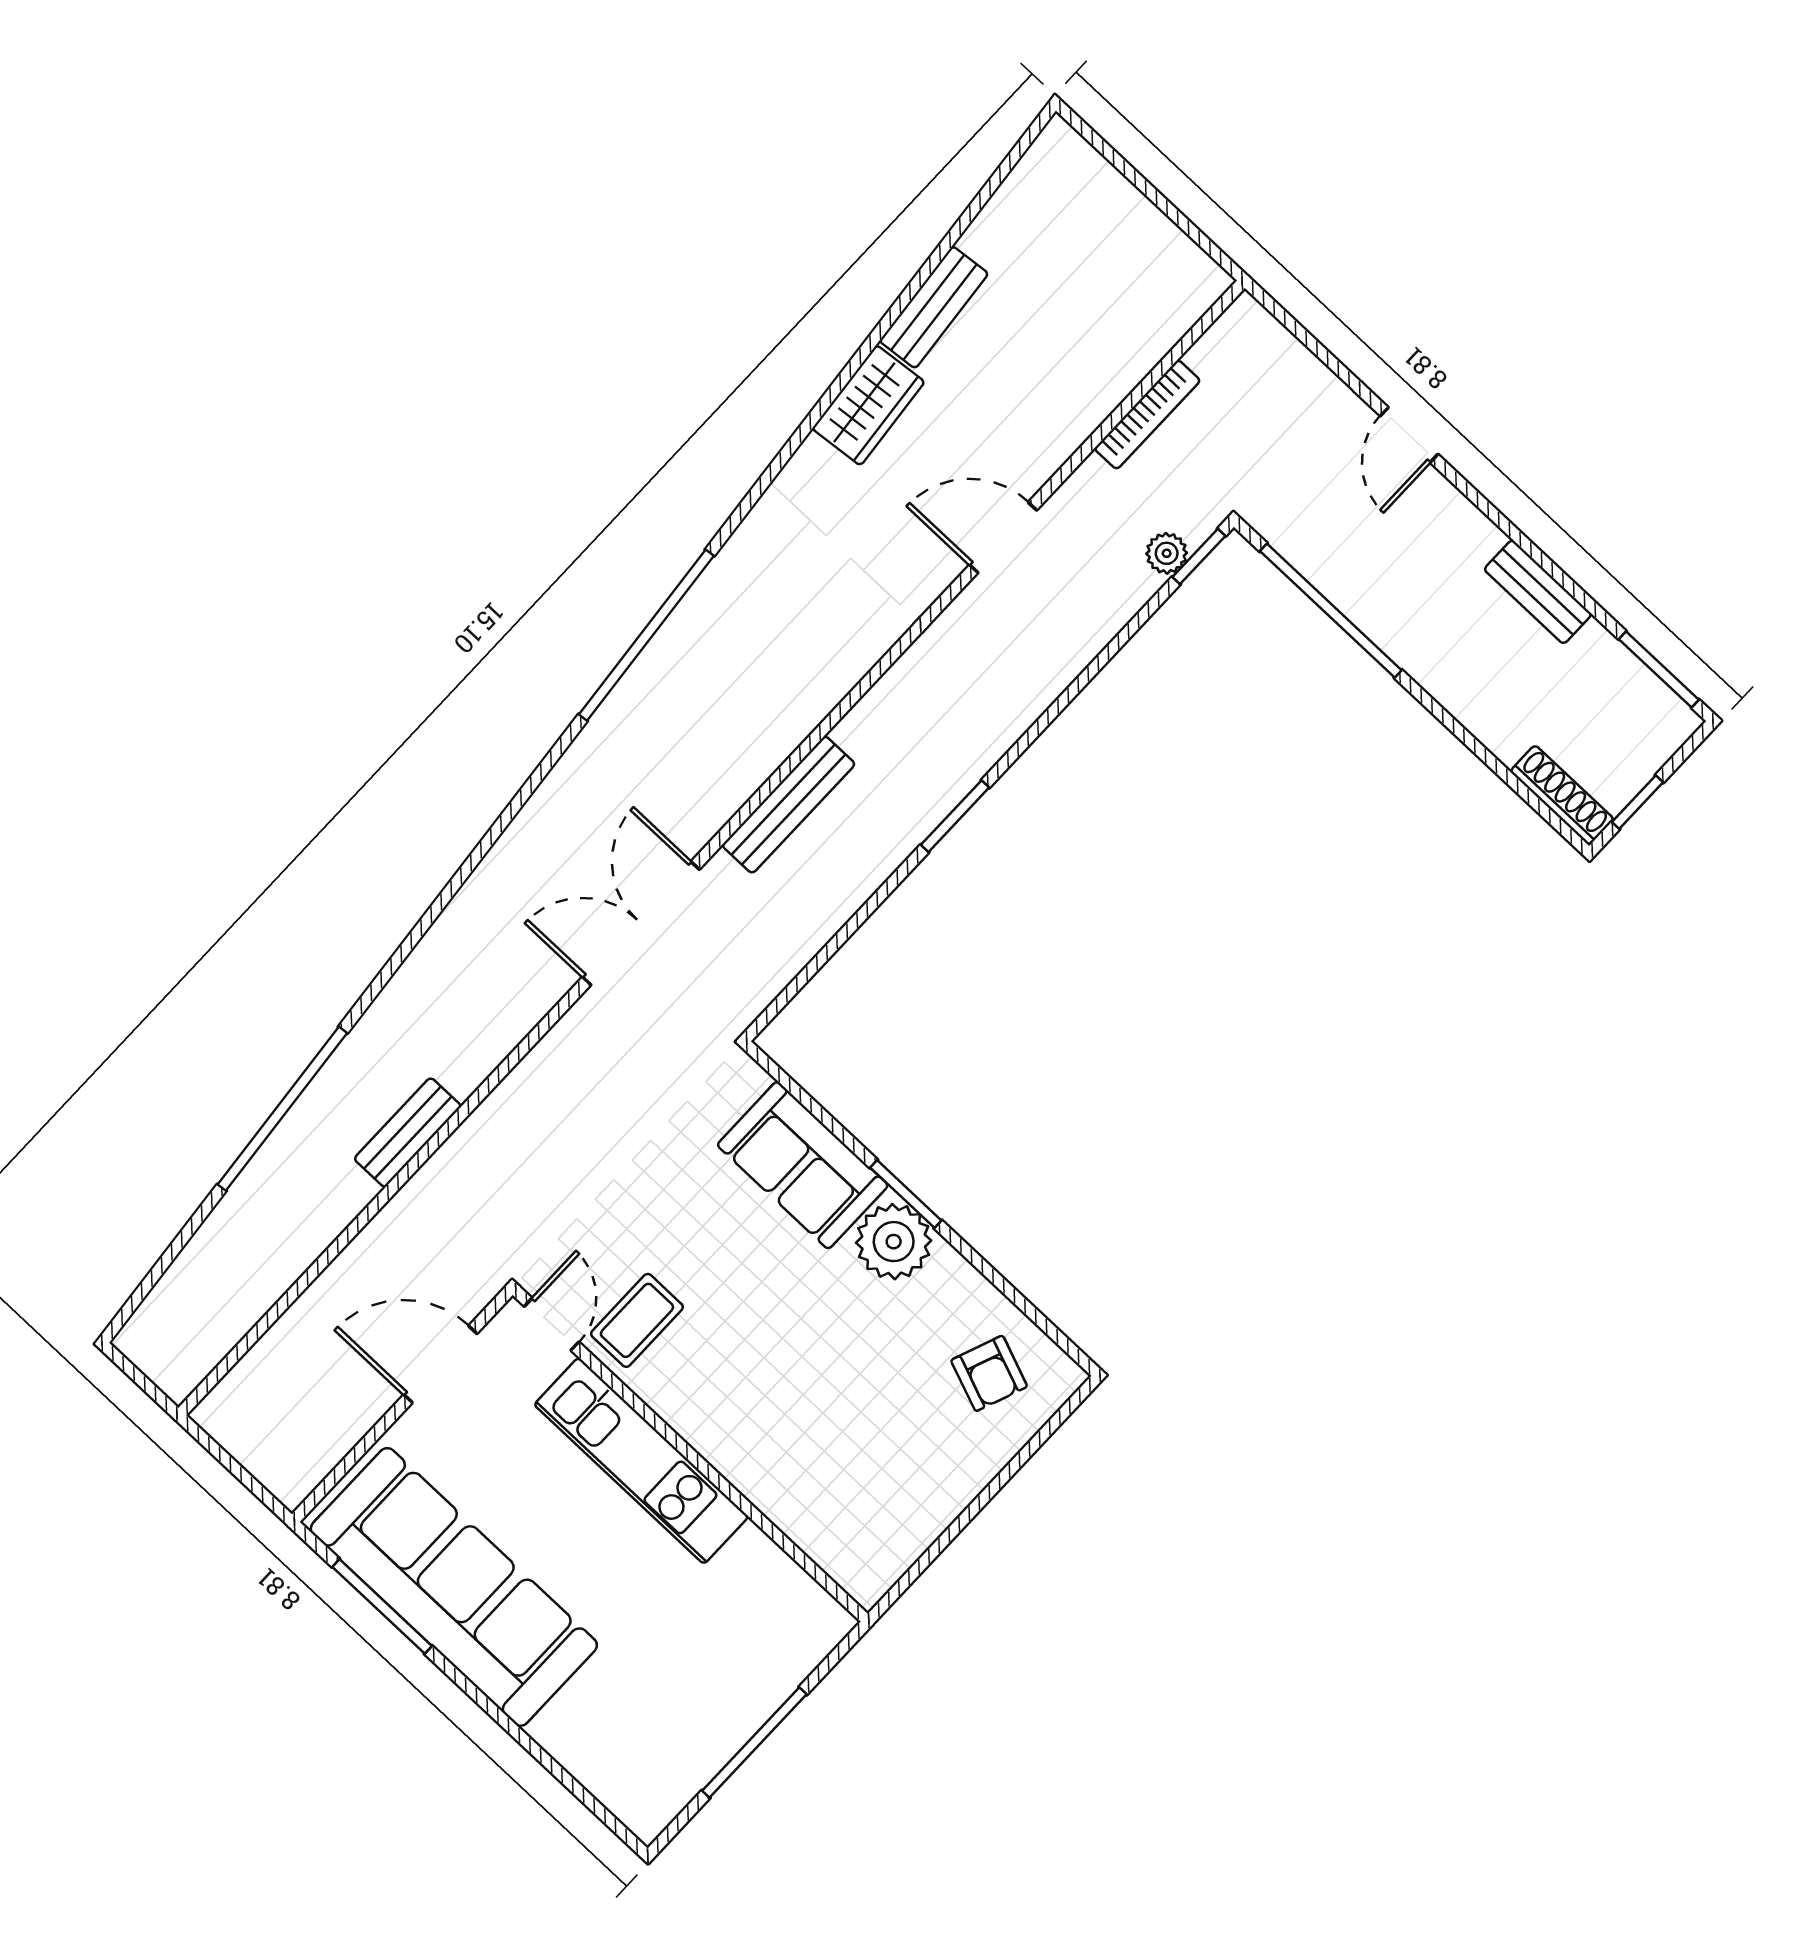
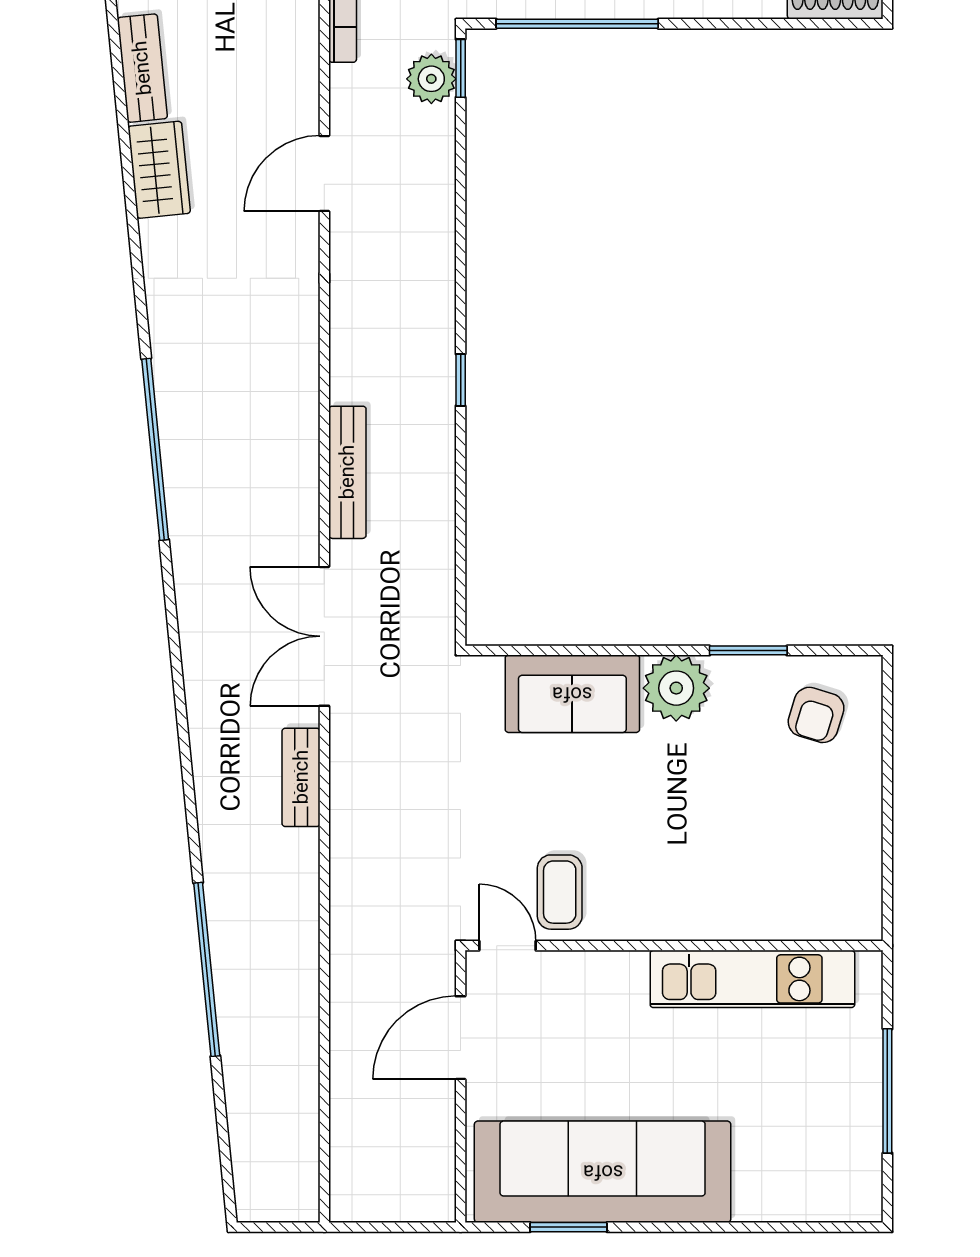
plant: (1167, 553) -> (431, 79), width x1.38, depth x1.38
window: (955, 816) -> (461, 380), width x0.67
bench: (408, 1132) -> (301, 777), moved
window: (906, 1194) -> (748, 650), moved
armchair: (989, 1373) -> (816, 715), turned 86
kitchen unit: (641, 1461) -> (752, 979), moved
window: (382, 1606) -> (568, 1227), width x0.69

